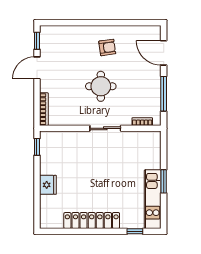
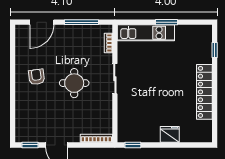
kitchen unit: (153, 199) -> (146, 33), moved

